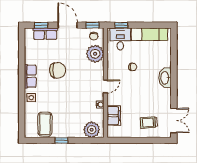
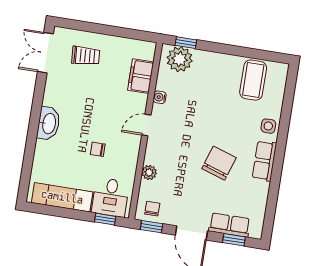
plant: (95, 54) -> (149, 172), width x0.53, depth x0.53
chair: (58, 70) -> (219, 163), turned 108
window: (61, 140) -> (186, 43), moved

